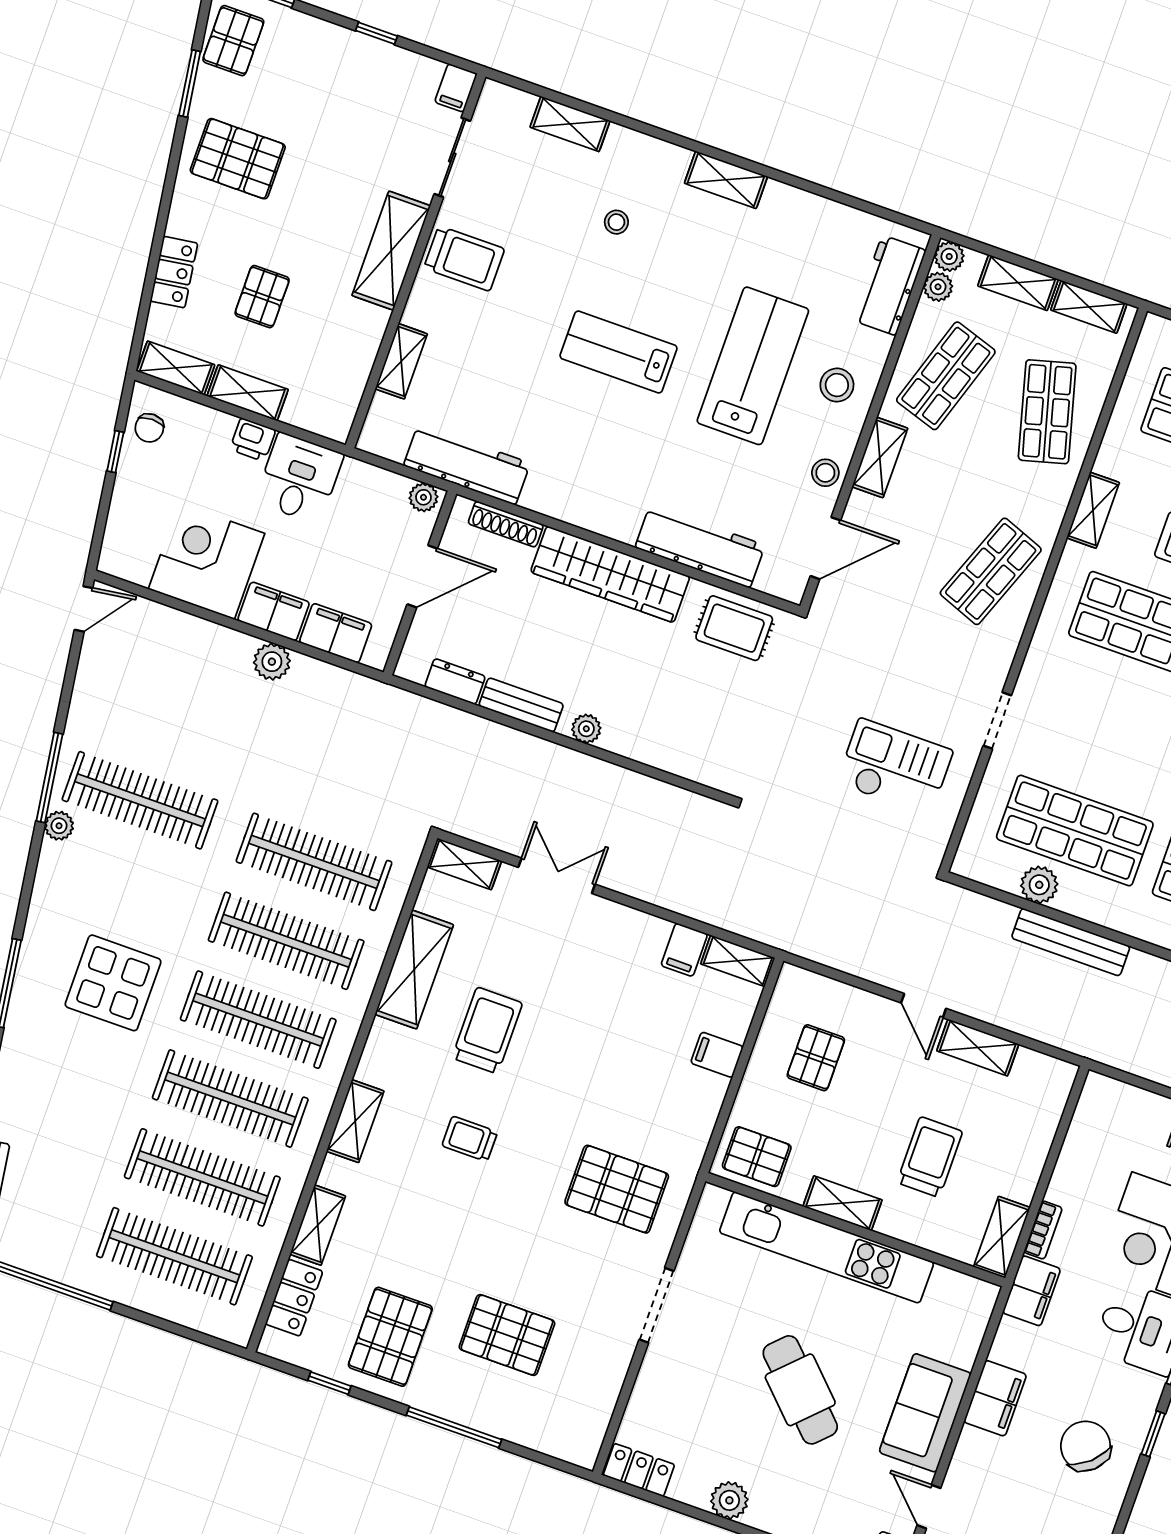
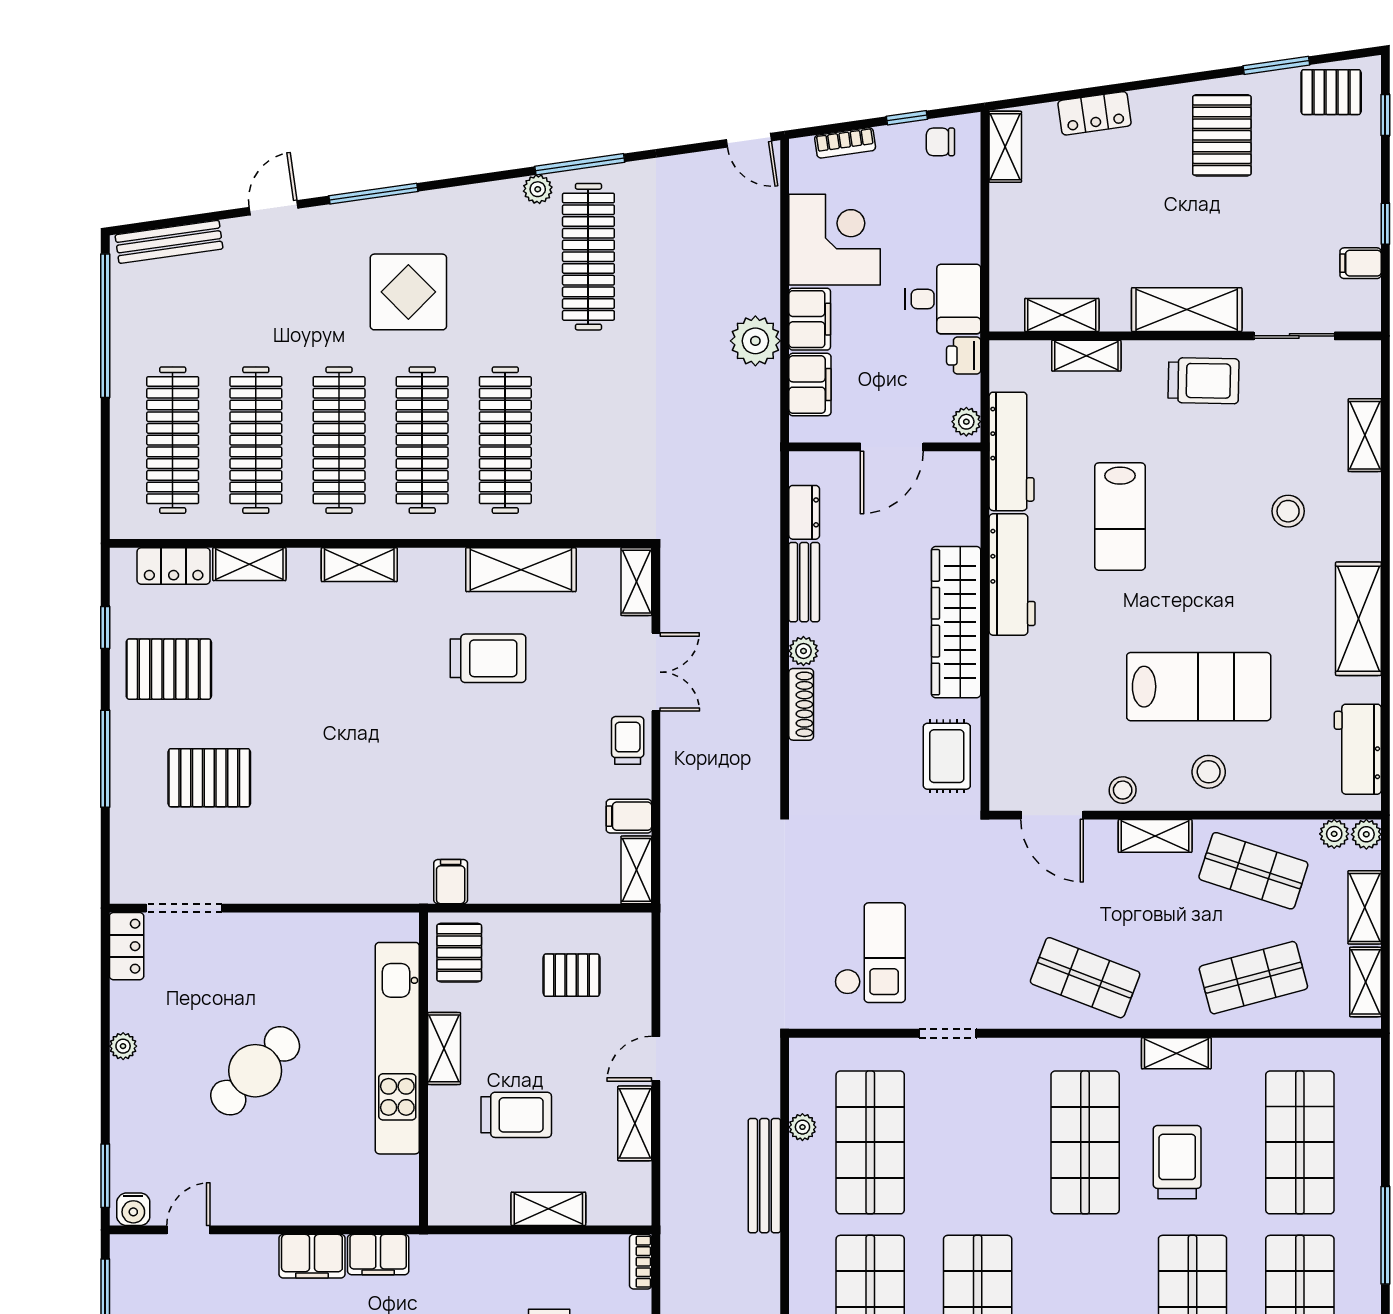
filing cabinet: (456, 88) -> (1361, 263), moved
shelving: (726, 180) -> (1358, 619), width x1.50, depth x1.33
stool: (616, 222) -> (1288, 511), width x1.37, depth x1.37
trolley: (464, 259) -> (1204, 381), turned -89
workbench: (889, 285) -> (1358, 749), moved, turned -90
pallet: (262, 297) -> (1101, 204), removed
lab bench: (619, 352) -> (1120, 517), moved, turned 180
shelving: (248, 393) -> (1062, 315), moved, turned 90
printer: (253, 440) -> (964, 355), moved
bookcase: (118, 519) -> (845, 143), added
shoe rack: (506, 524) -> (801, 704), moved, turned 180
workbench: (700, 546) -> (1012, 575), moved
door: (422, 576) -> (892, 447), hinge flipped
plant: (272, 662) -> (755, 341), width x1.36, depth x1.36
clothes rail: (314, 862) -> (588, 440), removed
plant: (1039, 885) -> (802, 1127), width x0.73, depth x0.73
filing cabinet: (717, 1055) -> (451, 882), moved
trolley: (470, 1139) -> (628, 740), moved
pallet: (617, 1189) -> (382, 832), removed
bookcase: (1043, 1230) -> (641, 1262), moved, turned 90
shelving: (1002, 1237) -> (548, 1209), moved
filing cabinet: (1032, 1291) -> (378, 1255), moved
doorway: (657, 1305) -> (184, 908), moved
pallet: (507, 1335) -> (209, 778), turned 90
sofa: (925, 1413) -> (275, 1195), removed
plant: (729, 1500) -> (123, 1046), width x0.73, depth x0.73

